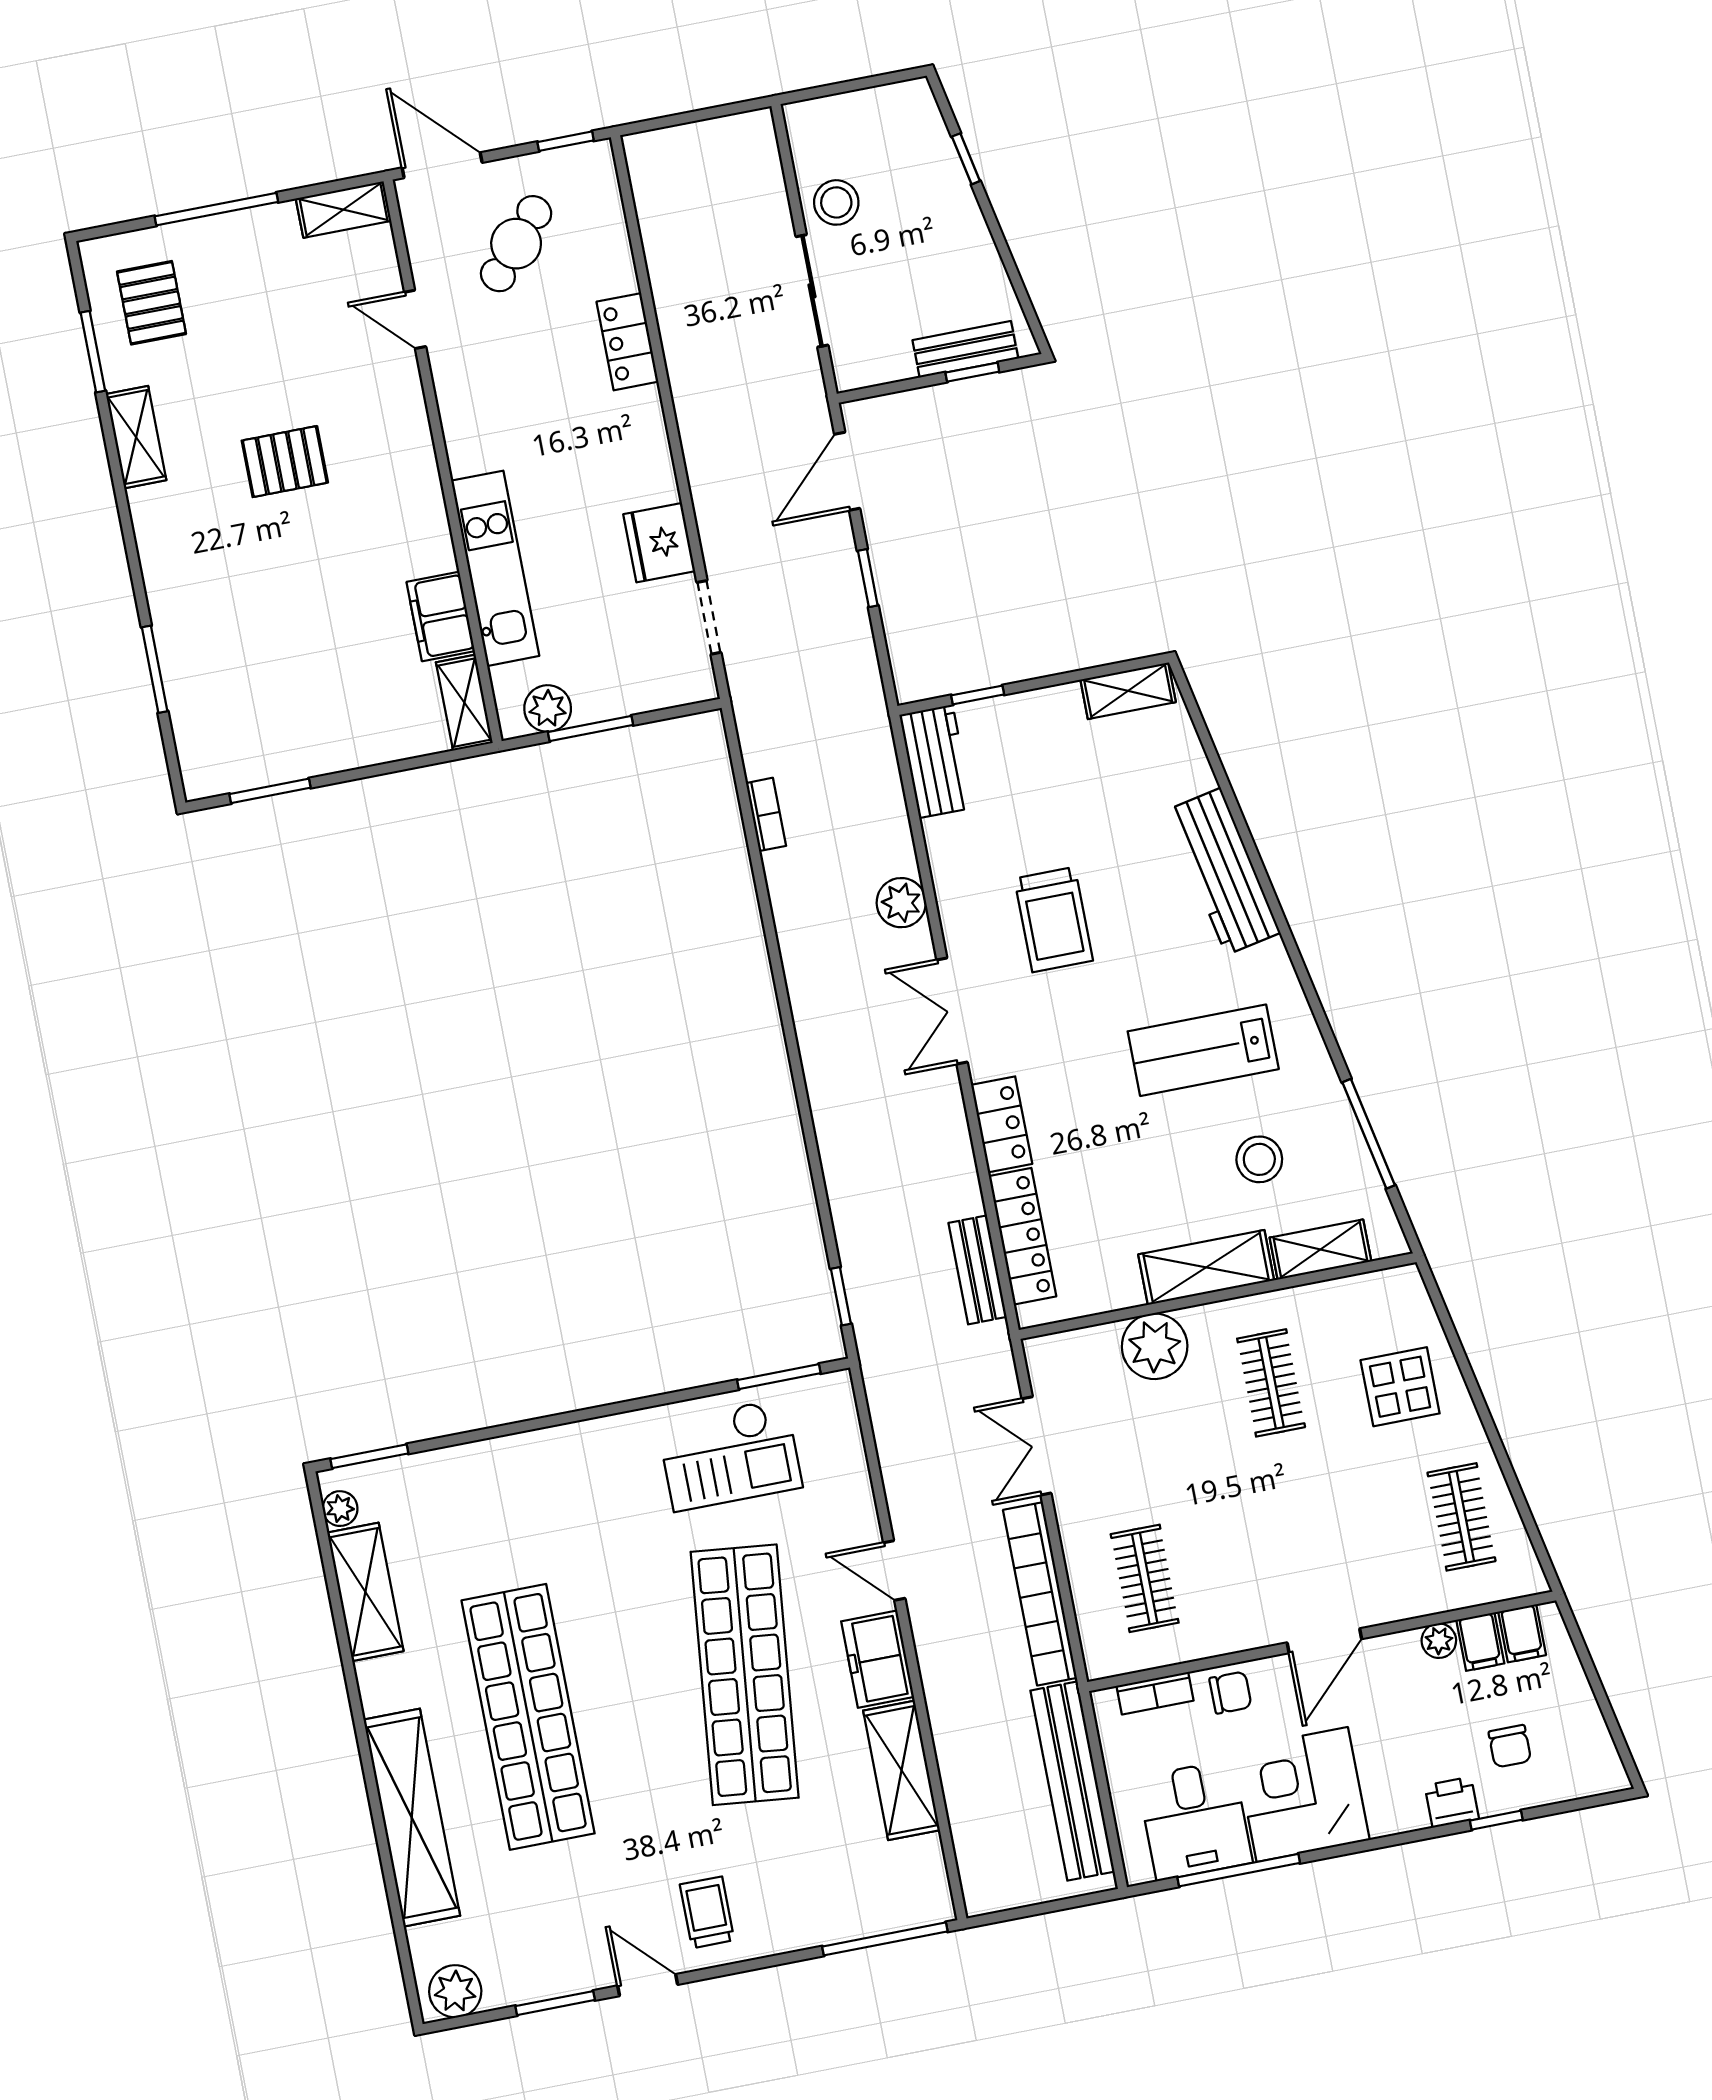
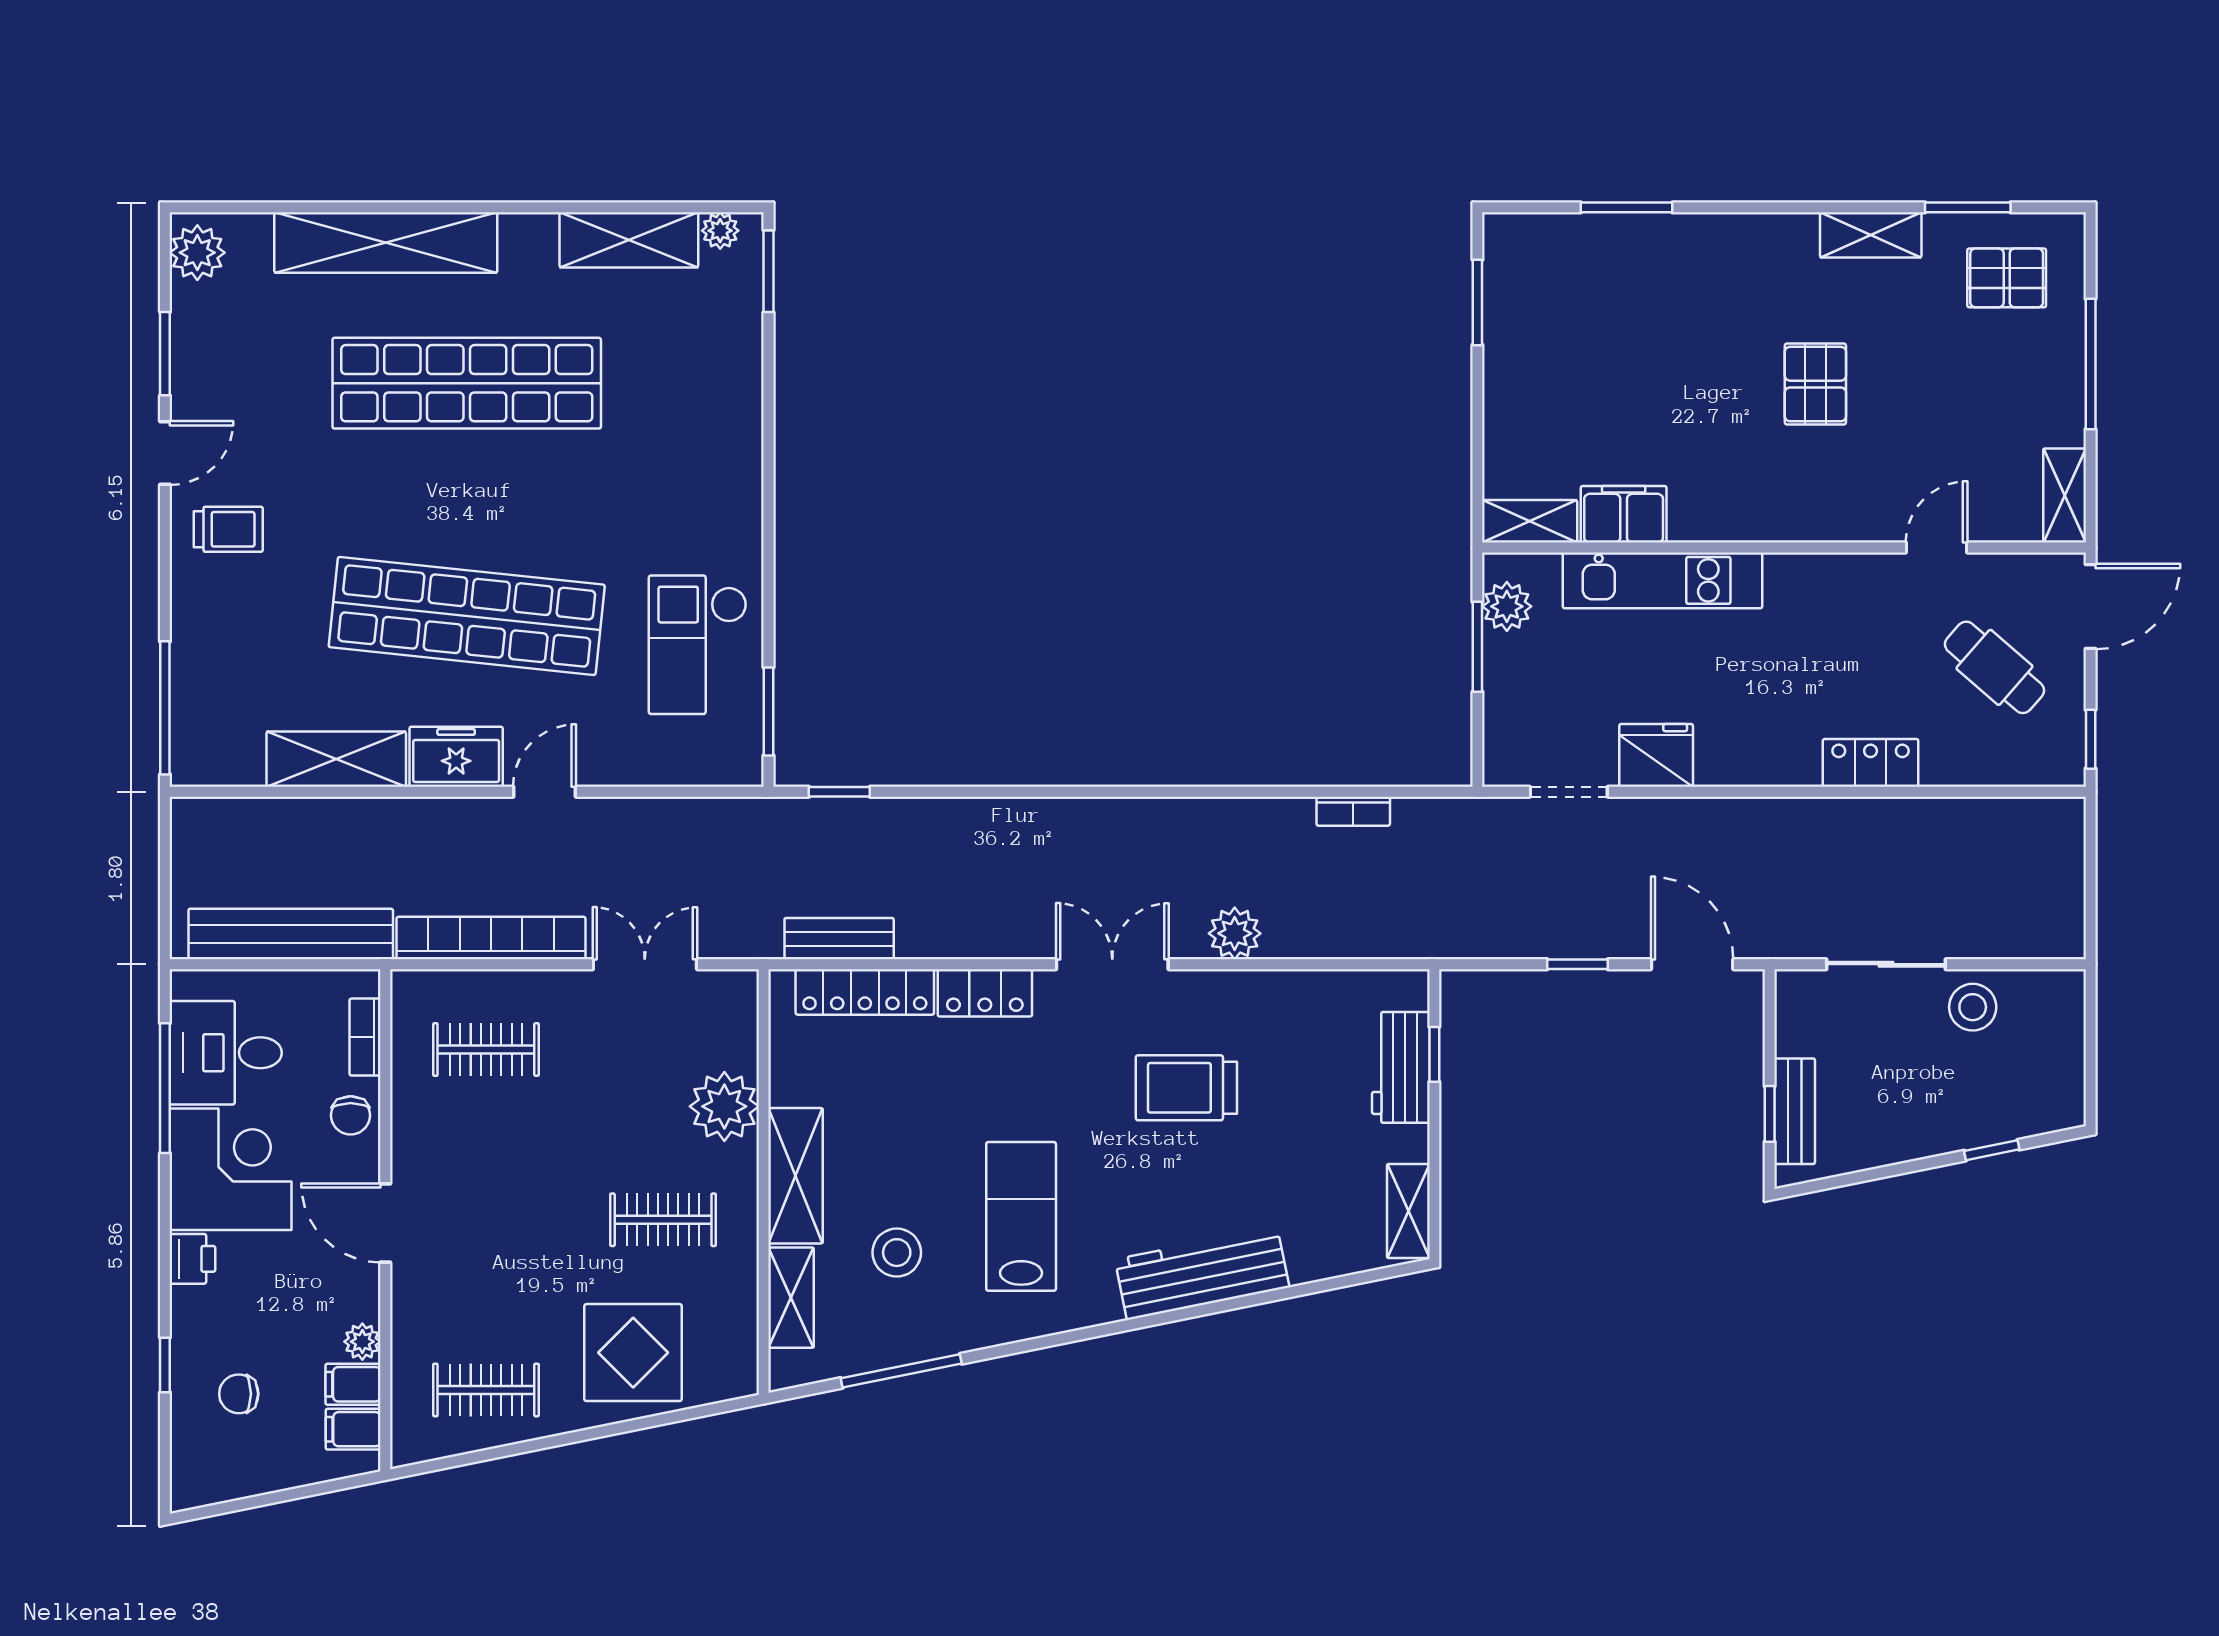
workbench: (936, 761) -> (1401, 1067), moved, turned 90
display table: (1400, 1387) -> (633, 1353), width x1.36, depth x1.36
printer: (1452, 1802) -> (192, 1259), moved

